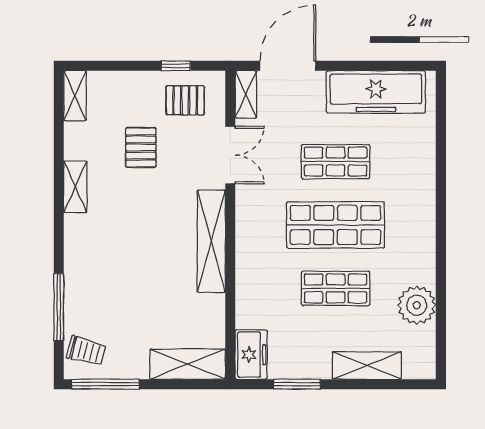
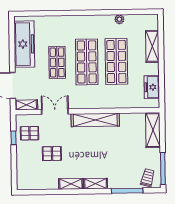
shelving: (75, 96) -> (96, 184), moved
pallet: (185, 100) -> (30, 133), turned 90
shop shelf: (336, 288) -> (116, 61), width x1.43, depth x1.36
plant: (417, 305) -> (119, 19), width x0.53, depth x0.53
freezer: (251, 355) -> (152, 87), moved, turned -90
window: (297, 384) -> (161, 79), removed

